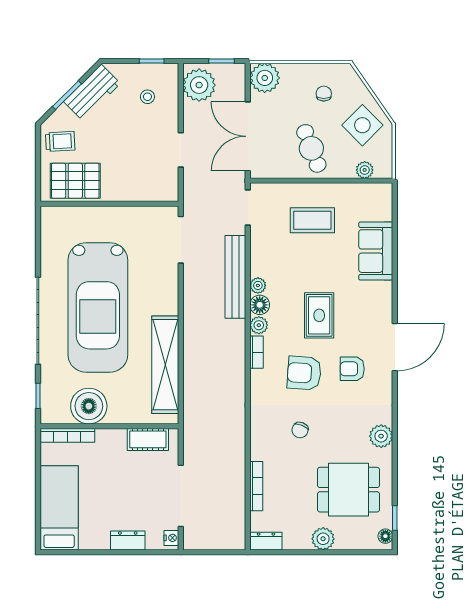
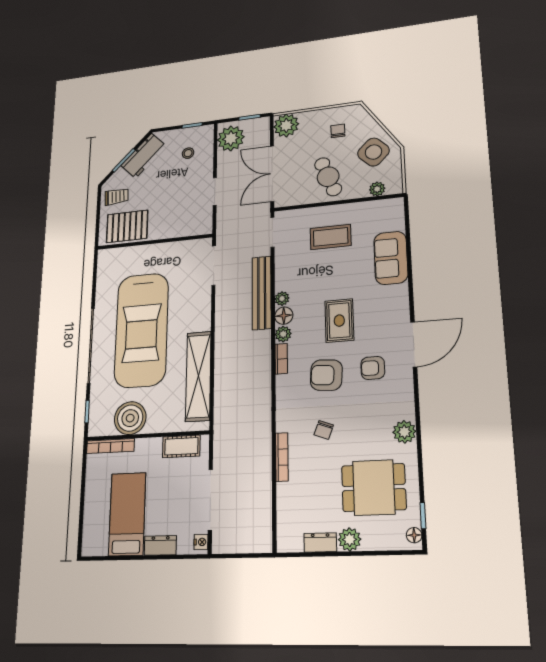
bookcase: (256, 486) -> (282, 457), moved
bed: (59, 508) -> (127, 514), moved
dresser: (266, 541) -> (320, 543), moved

